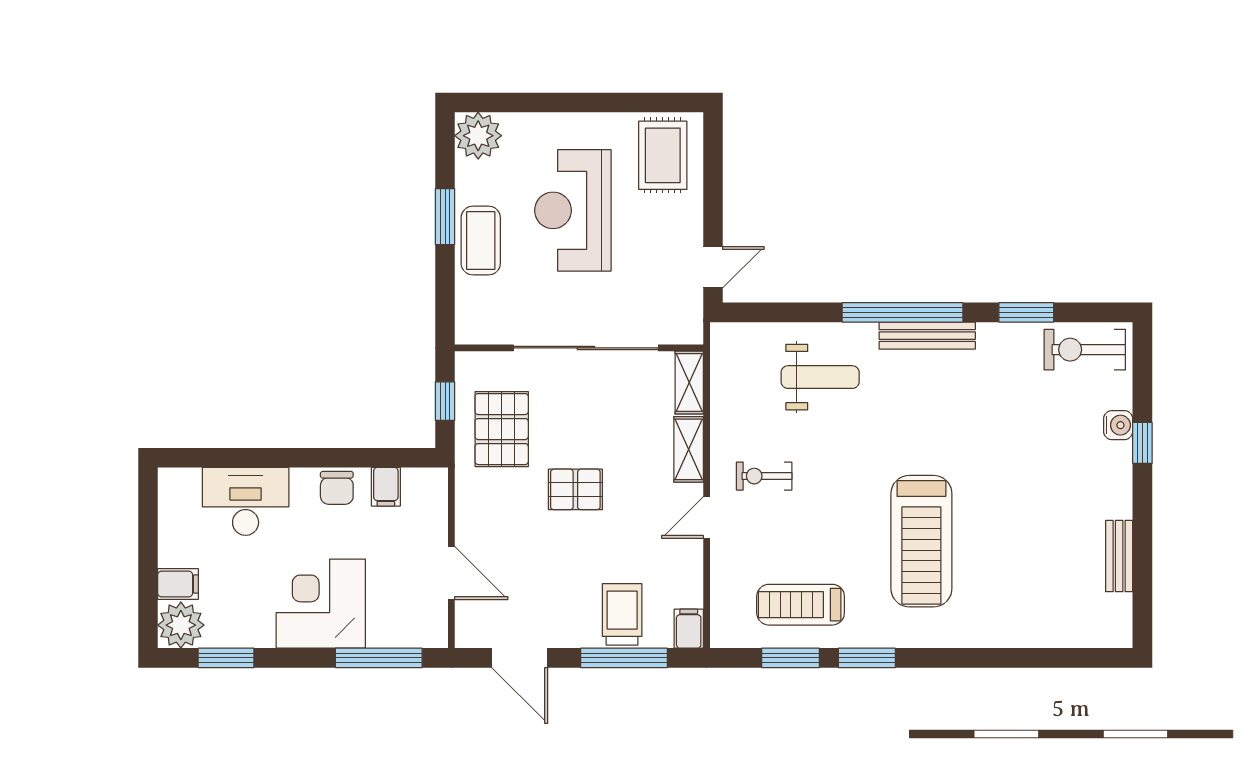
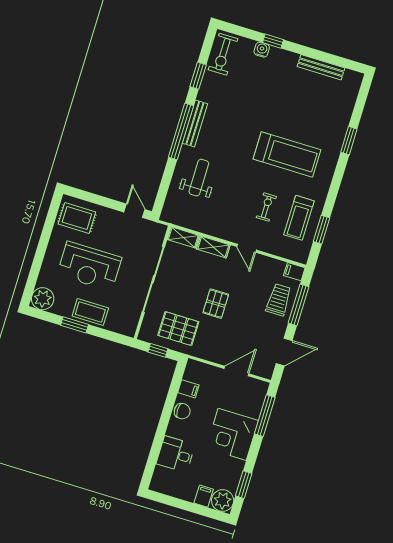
exercise bike: (764, 476) -> (266, 207), moved, turned 180
desk: (246, 501) -> (176, 454), width x0.73
bench: (1119, 556) -> (321, 67), width x1.36
trolley: (622, 614) -> (279, 300), turned 90
window: (867, 658) -> (349, 141), moved

